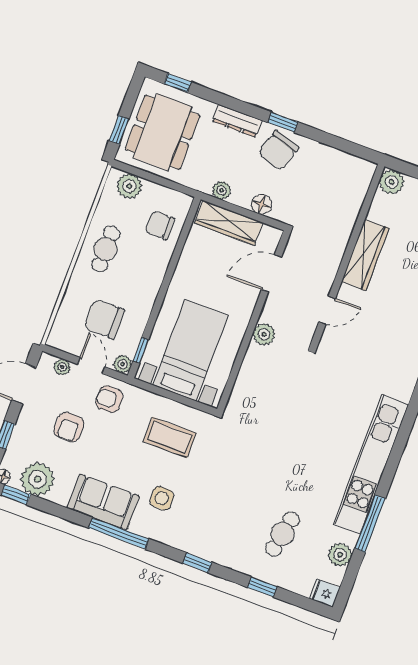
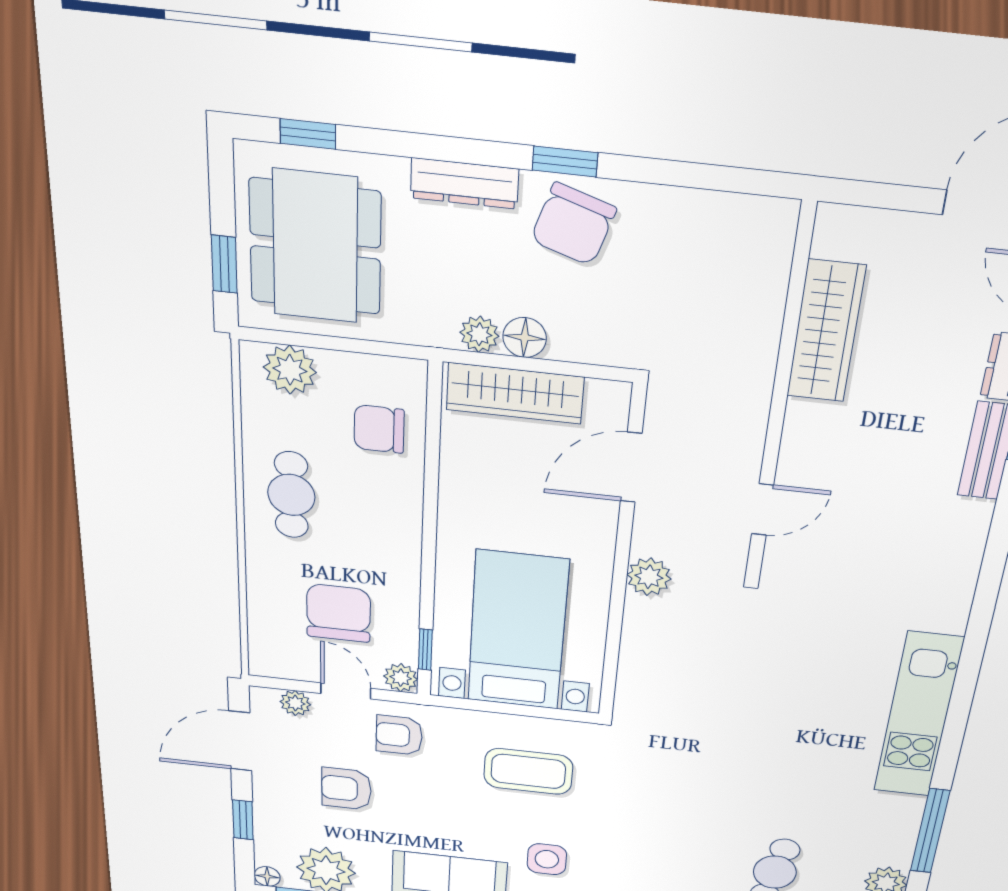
plant: (392, 182) -> (841, 231), removed
floor lamp: (262, 204) -> (525, 337), moved
wardrobe: (365, 255) -> (826, 331), moved
chair: (104, 319) -> (339, 613), turned 90
armchair: (69, 427) -> (346, 789), turned 90
kitchen unit: (371, 464) -> (918, 715), width x0.73

